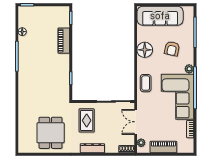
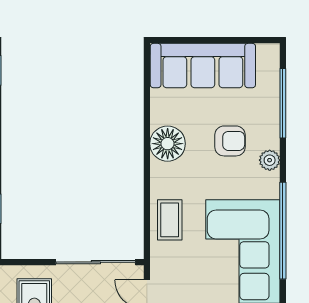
armchair: (172, 49) -> (230, 141), turned -102
plant: (189, 69) -> (270, 160), moved

